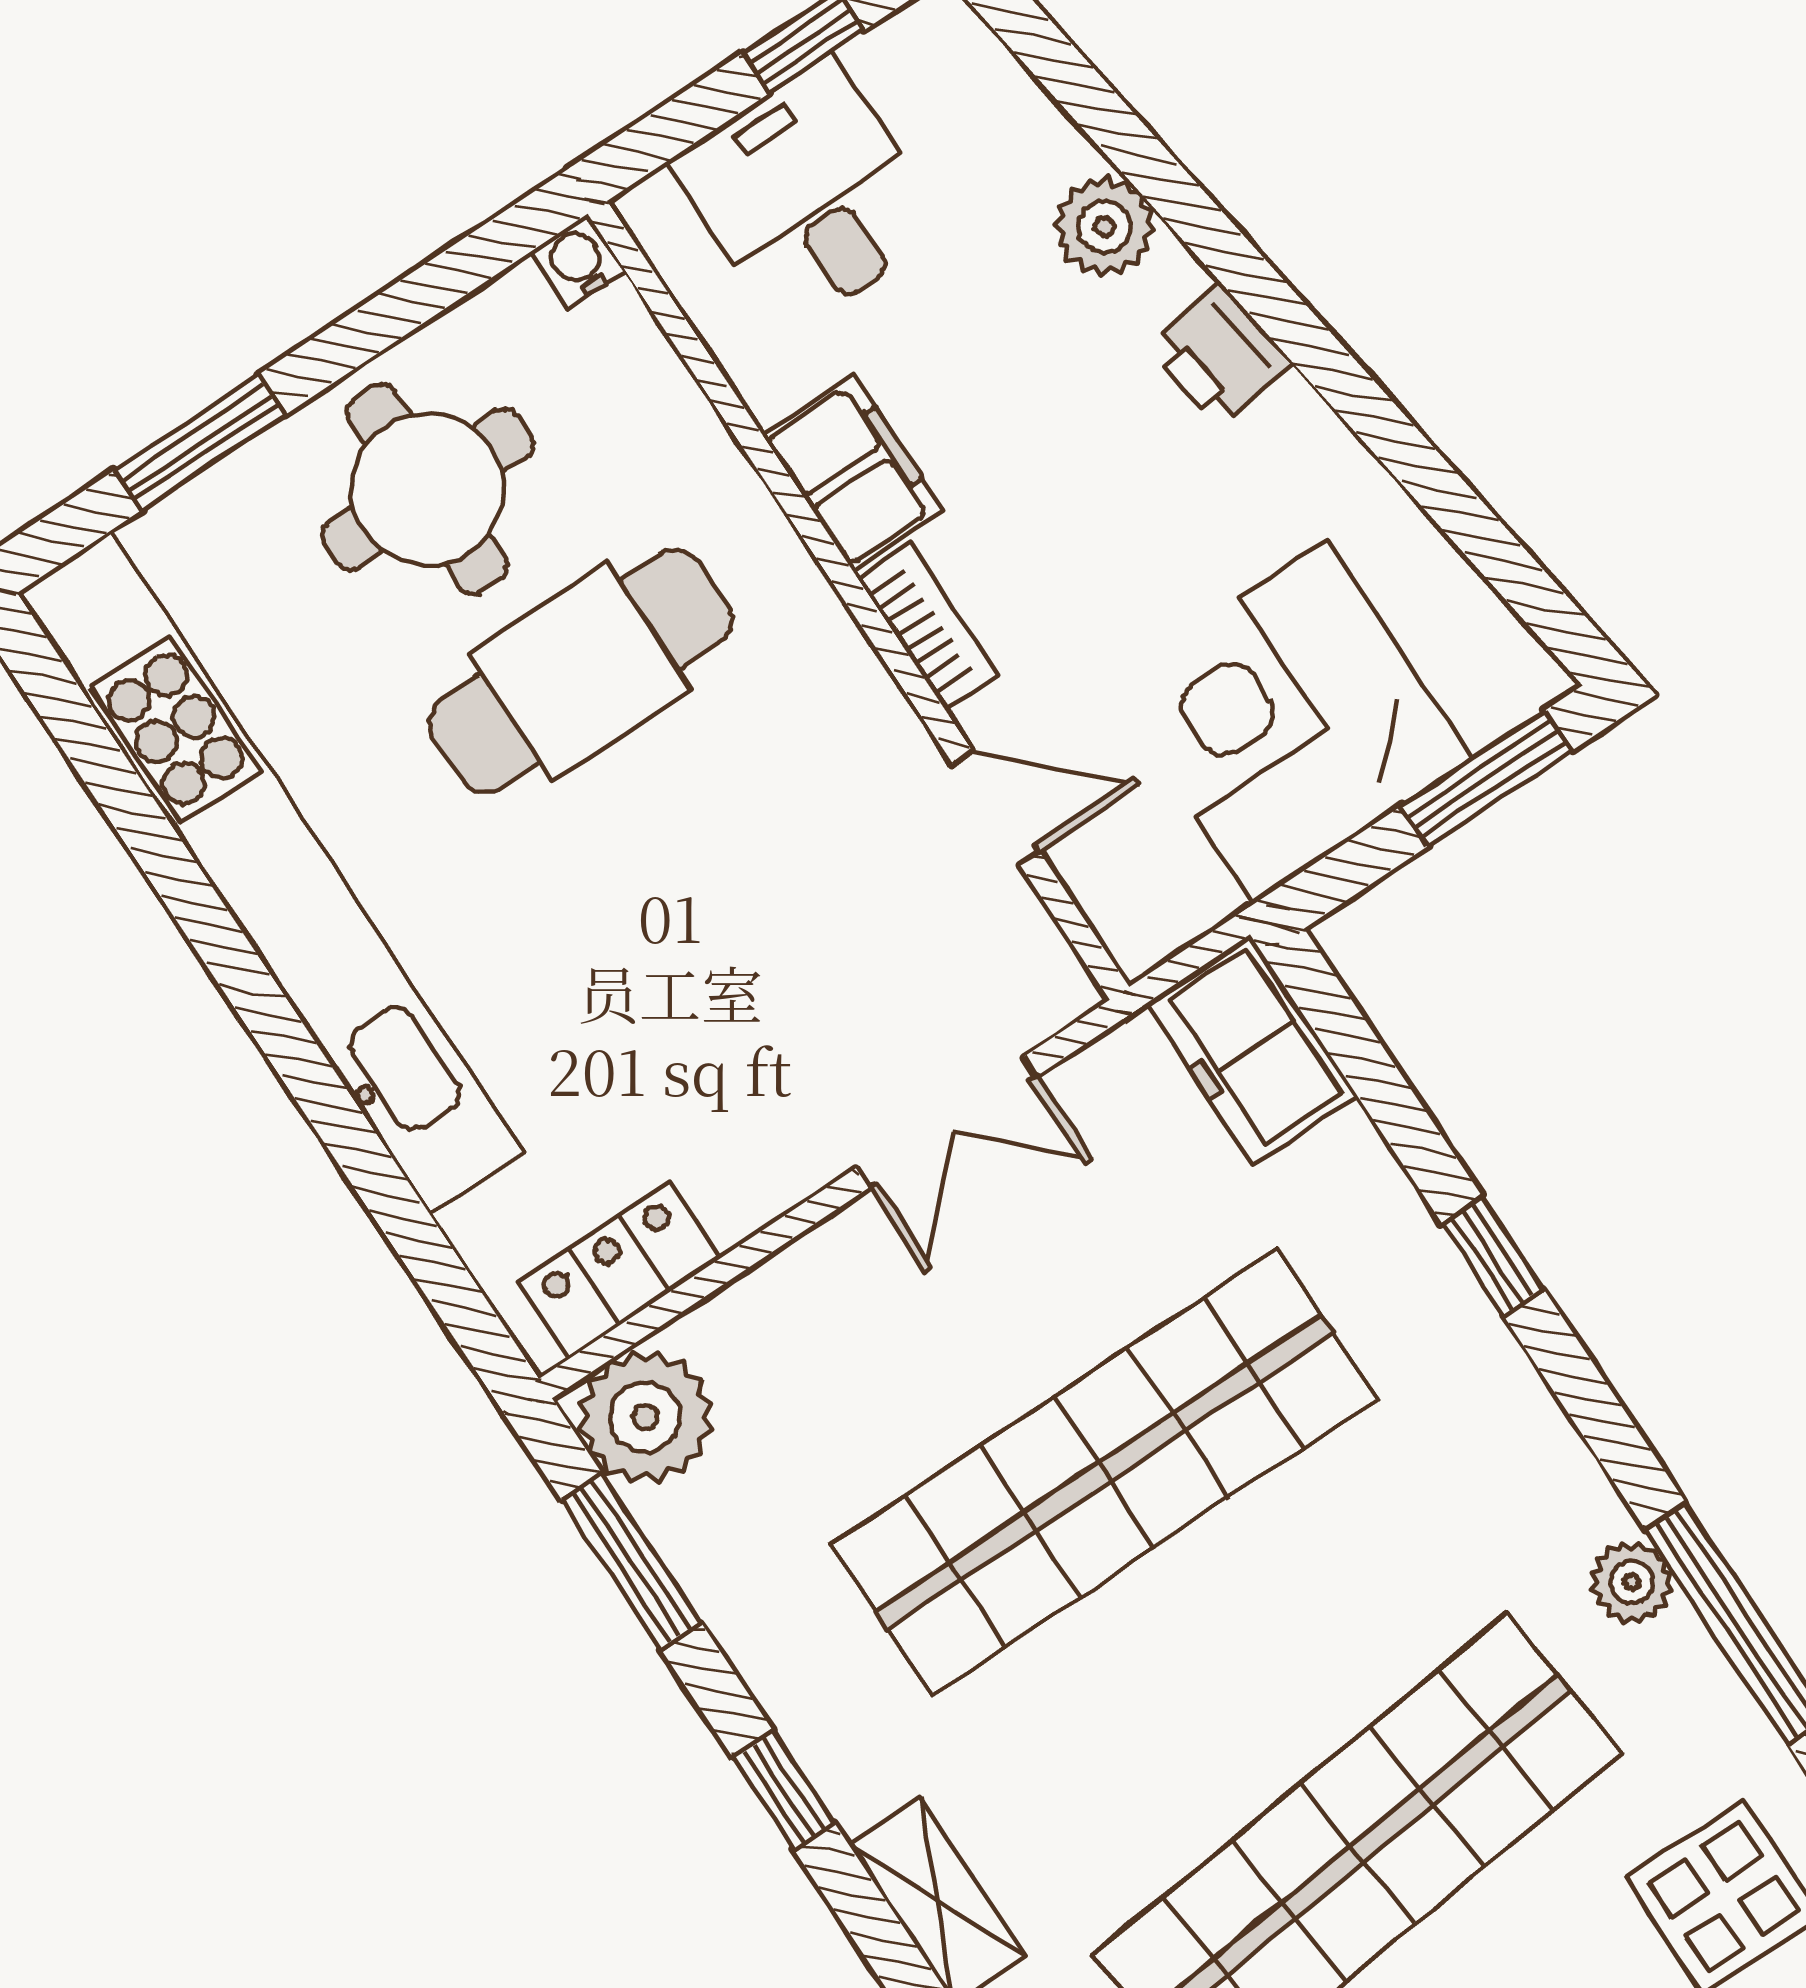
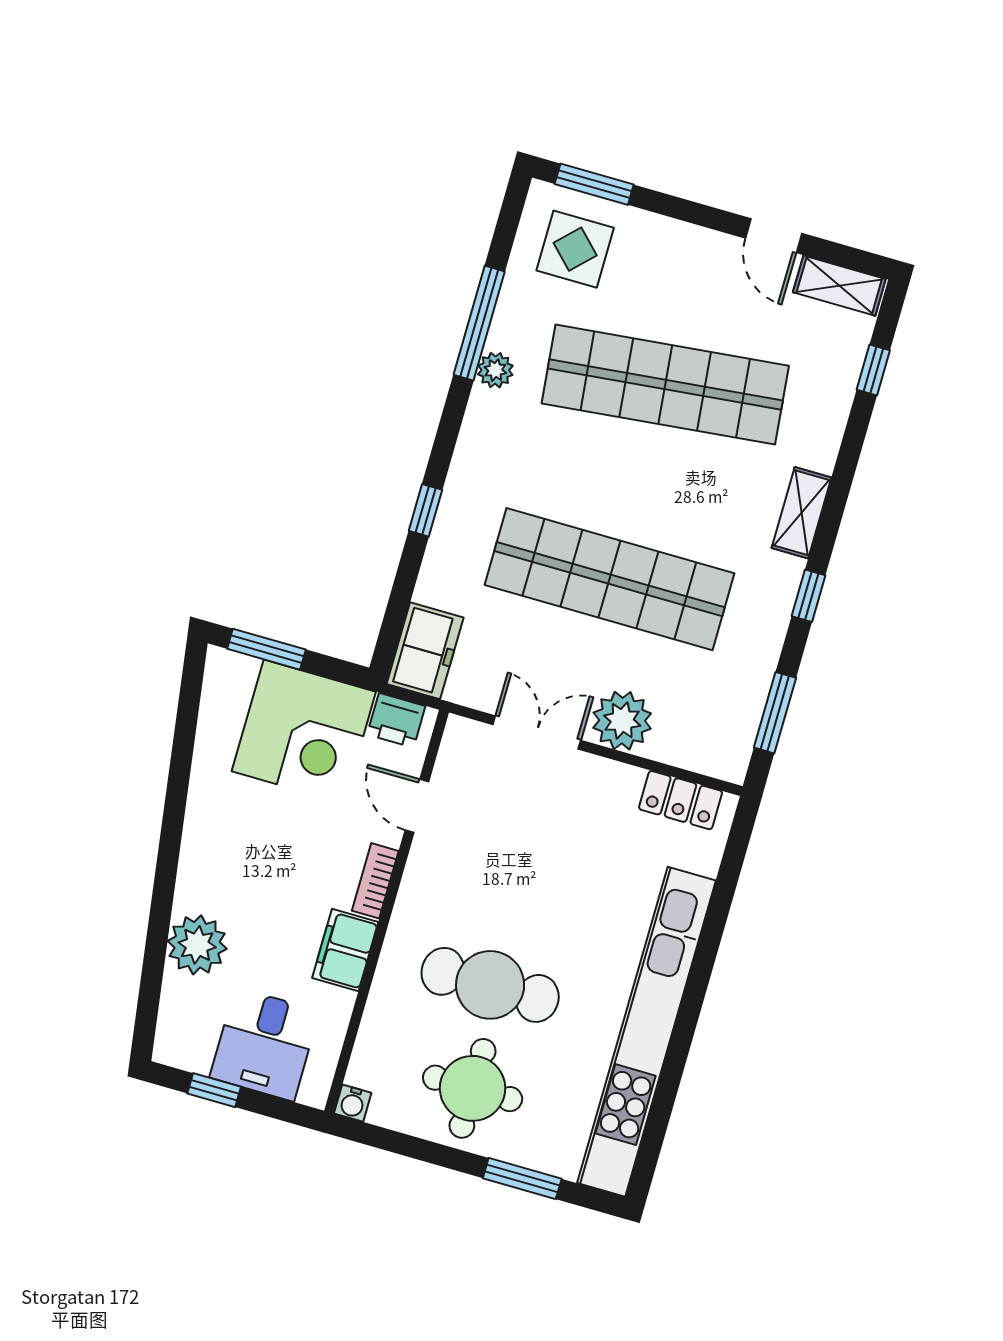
plant: (1104, 227) -> (197, 945), width x1.36, depth x1.36
printer: (1220, 355) -> (396, 720), moved, turned 98
plant: (645, 1417) -> (622, 721), moved

